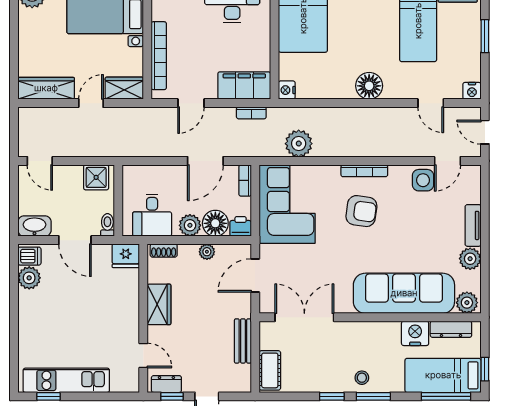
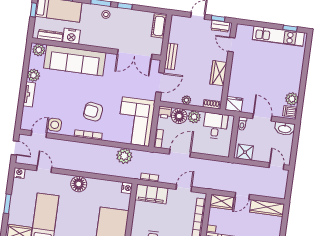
bench: (243, 341) -> (171, 56), moved

